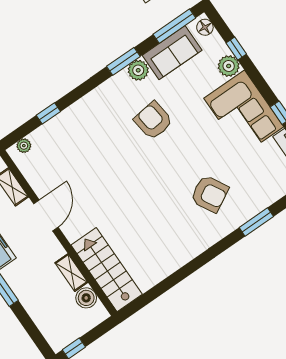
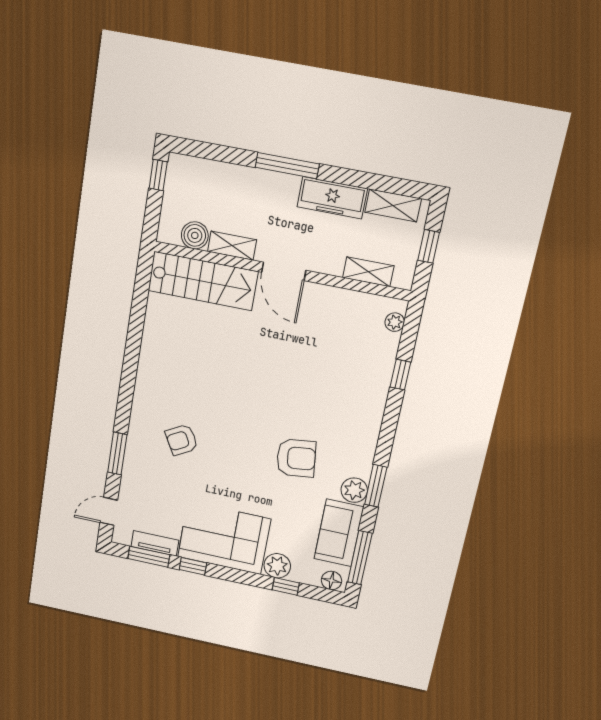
armchair: (210, 194) -> (182, 440), width x0.72, depth x0.72
door: (46, 215) -> (284, 271), moved

